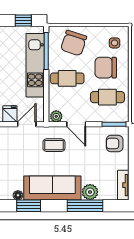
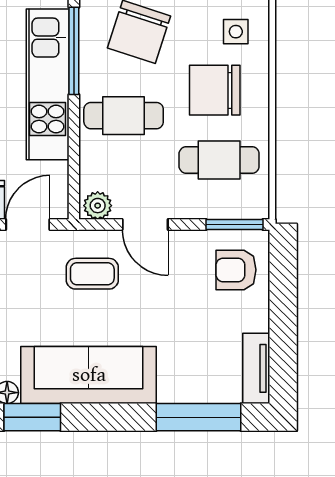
plant: (90, 192) -> (178, 385), removed
window: (85, 206) -> (198, 417), moved

